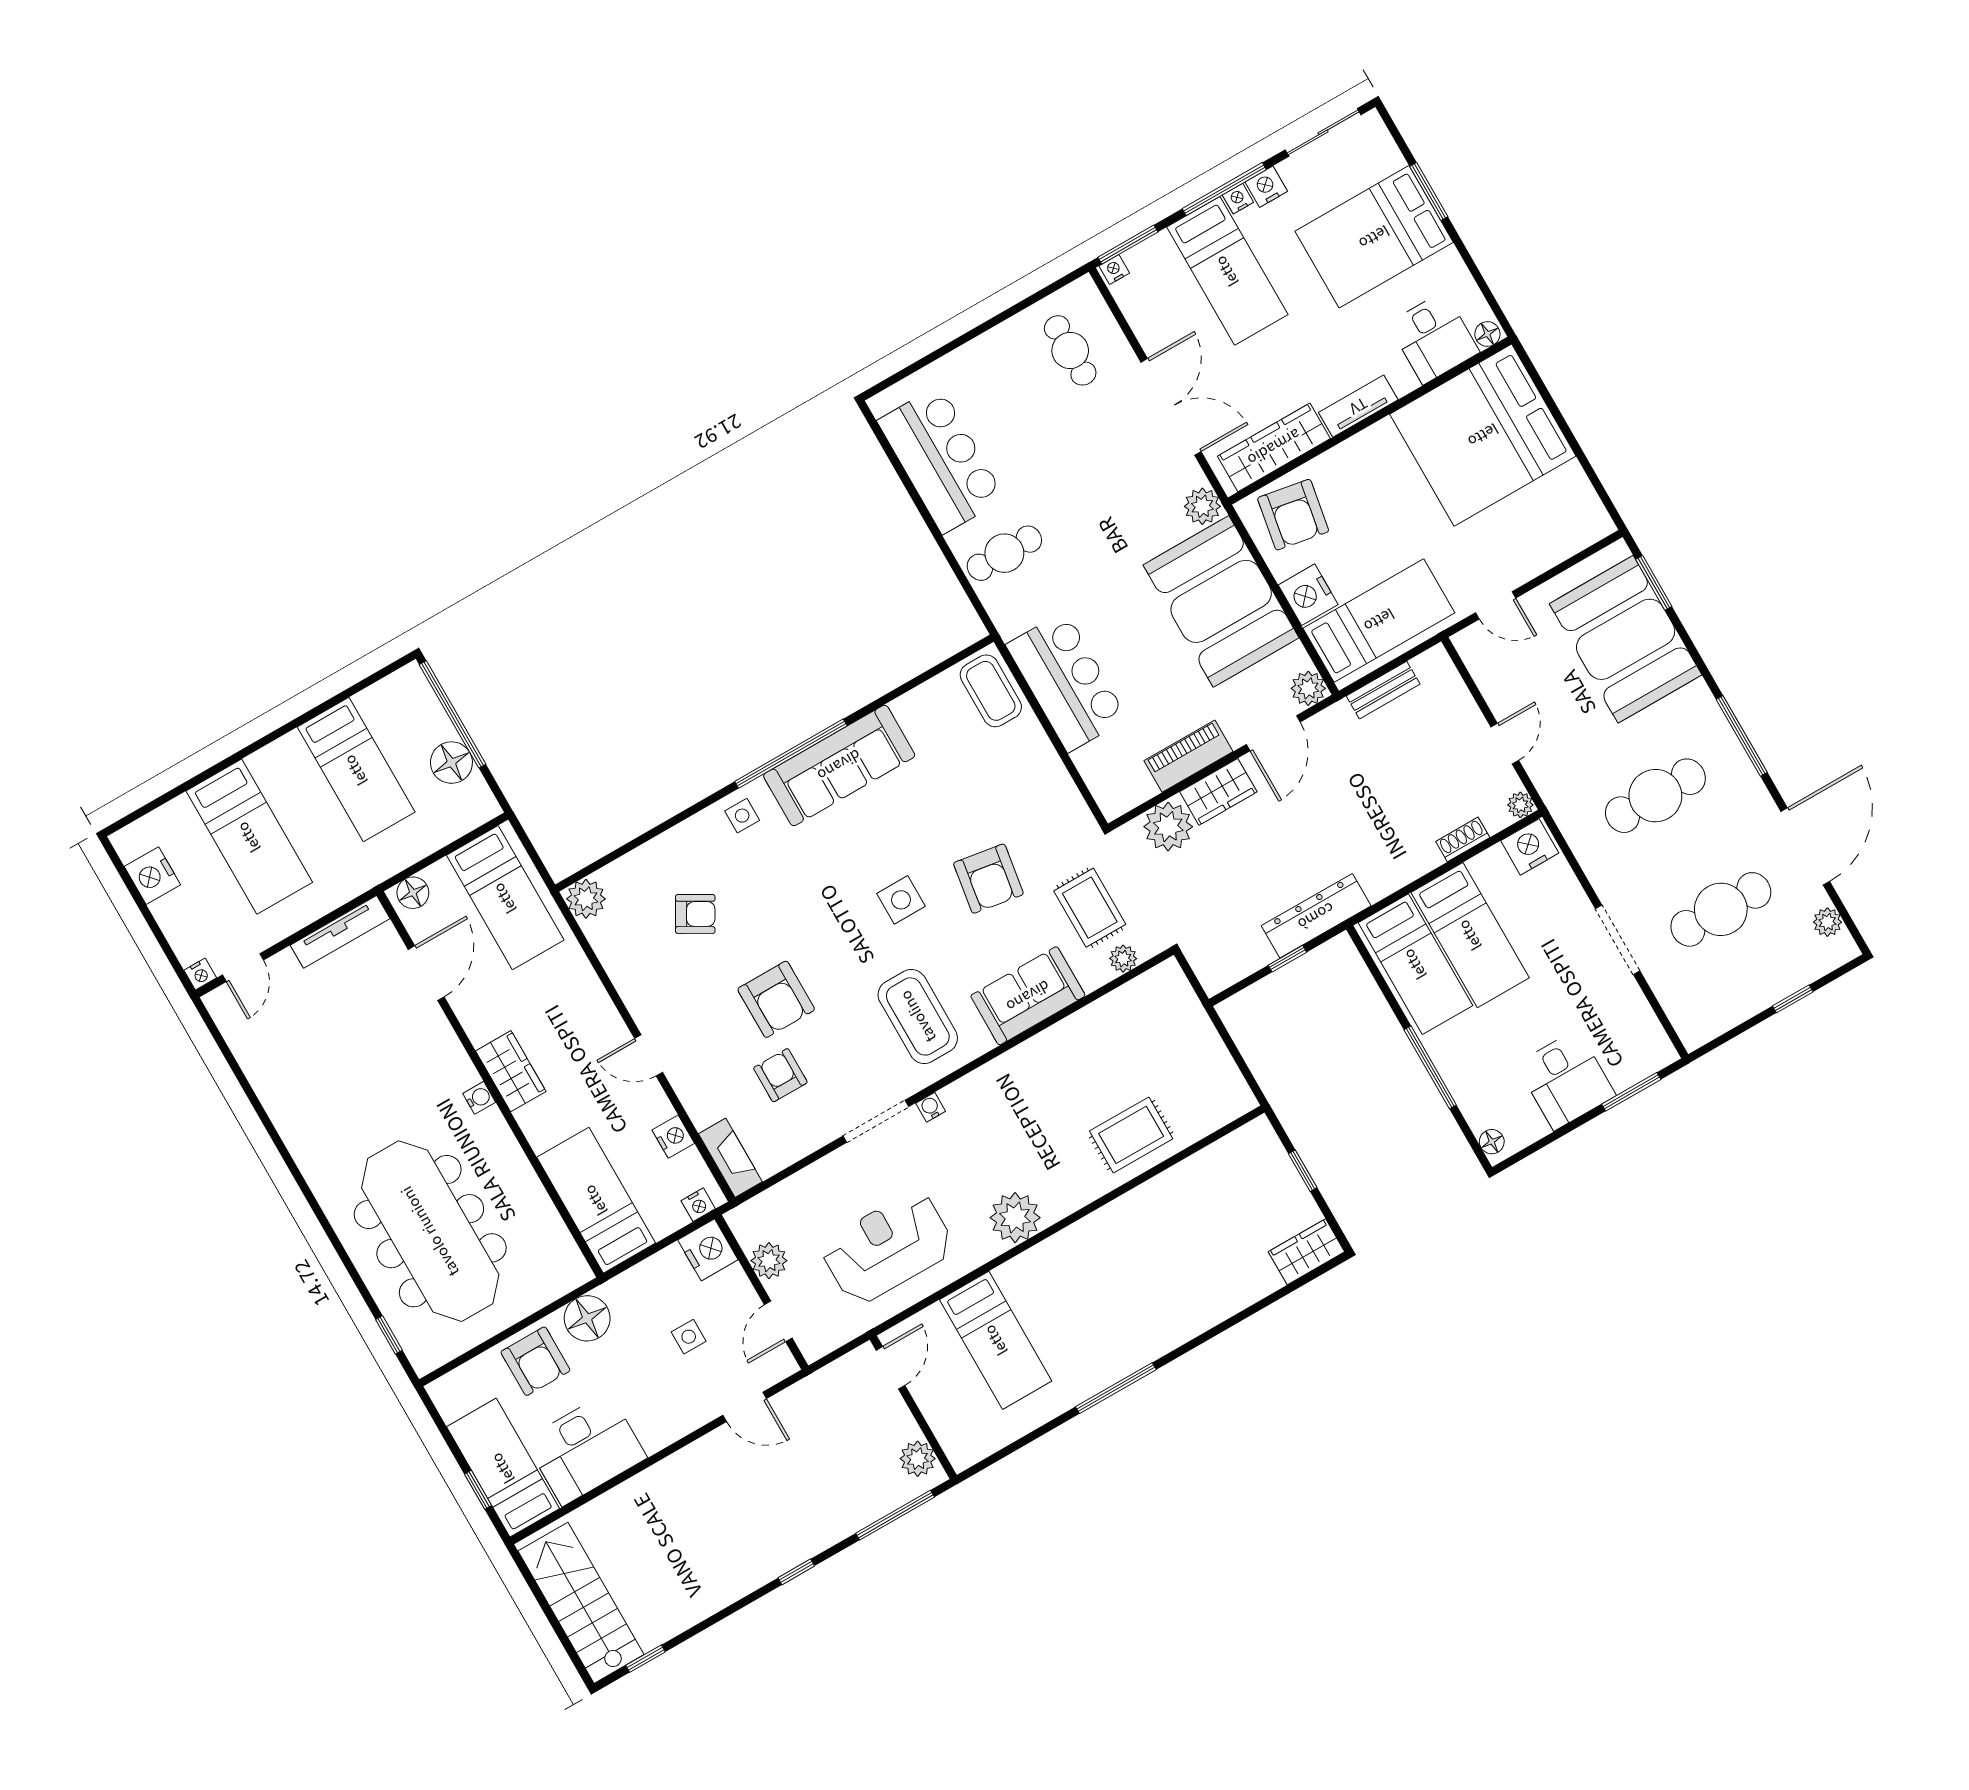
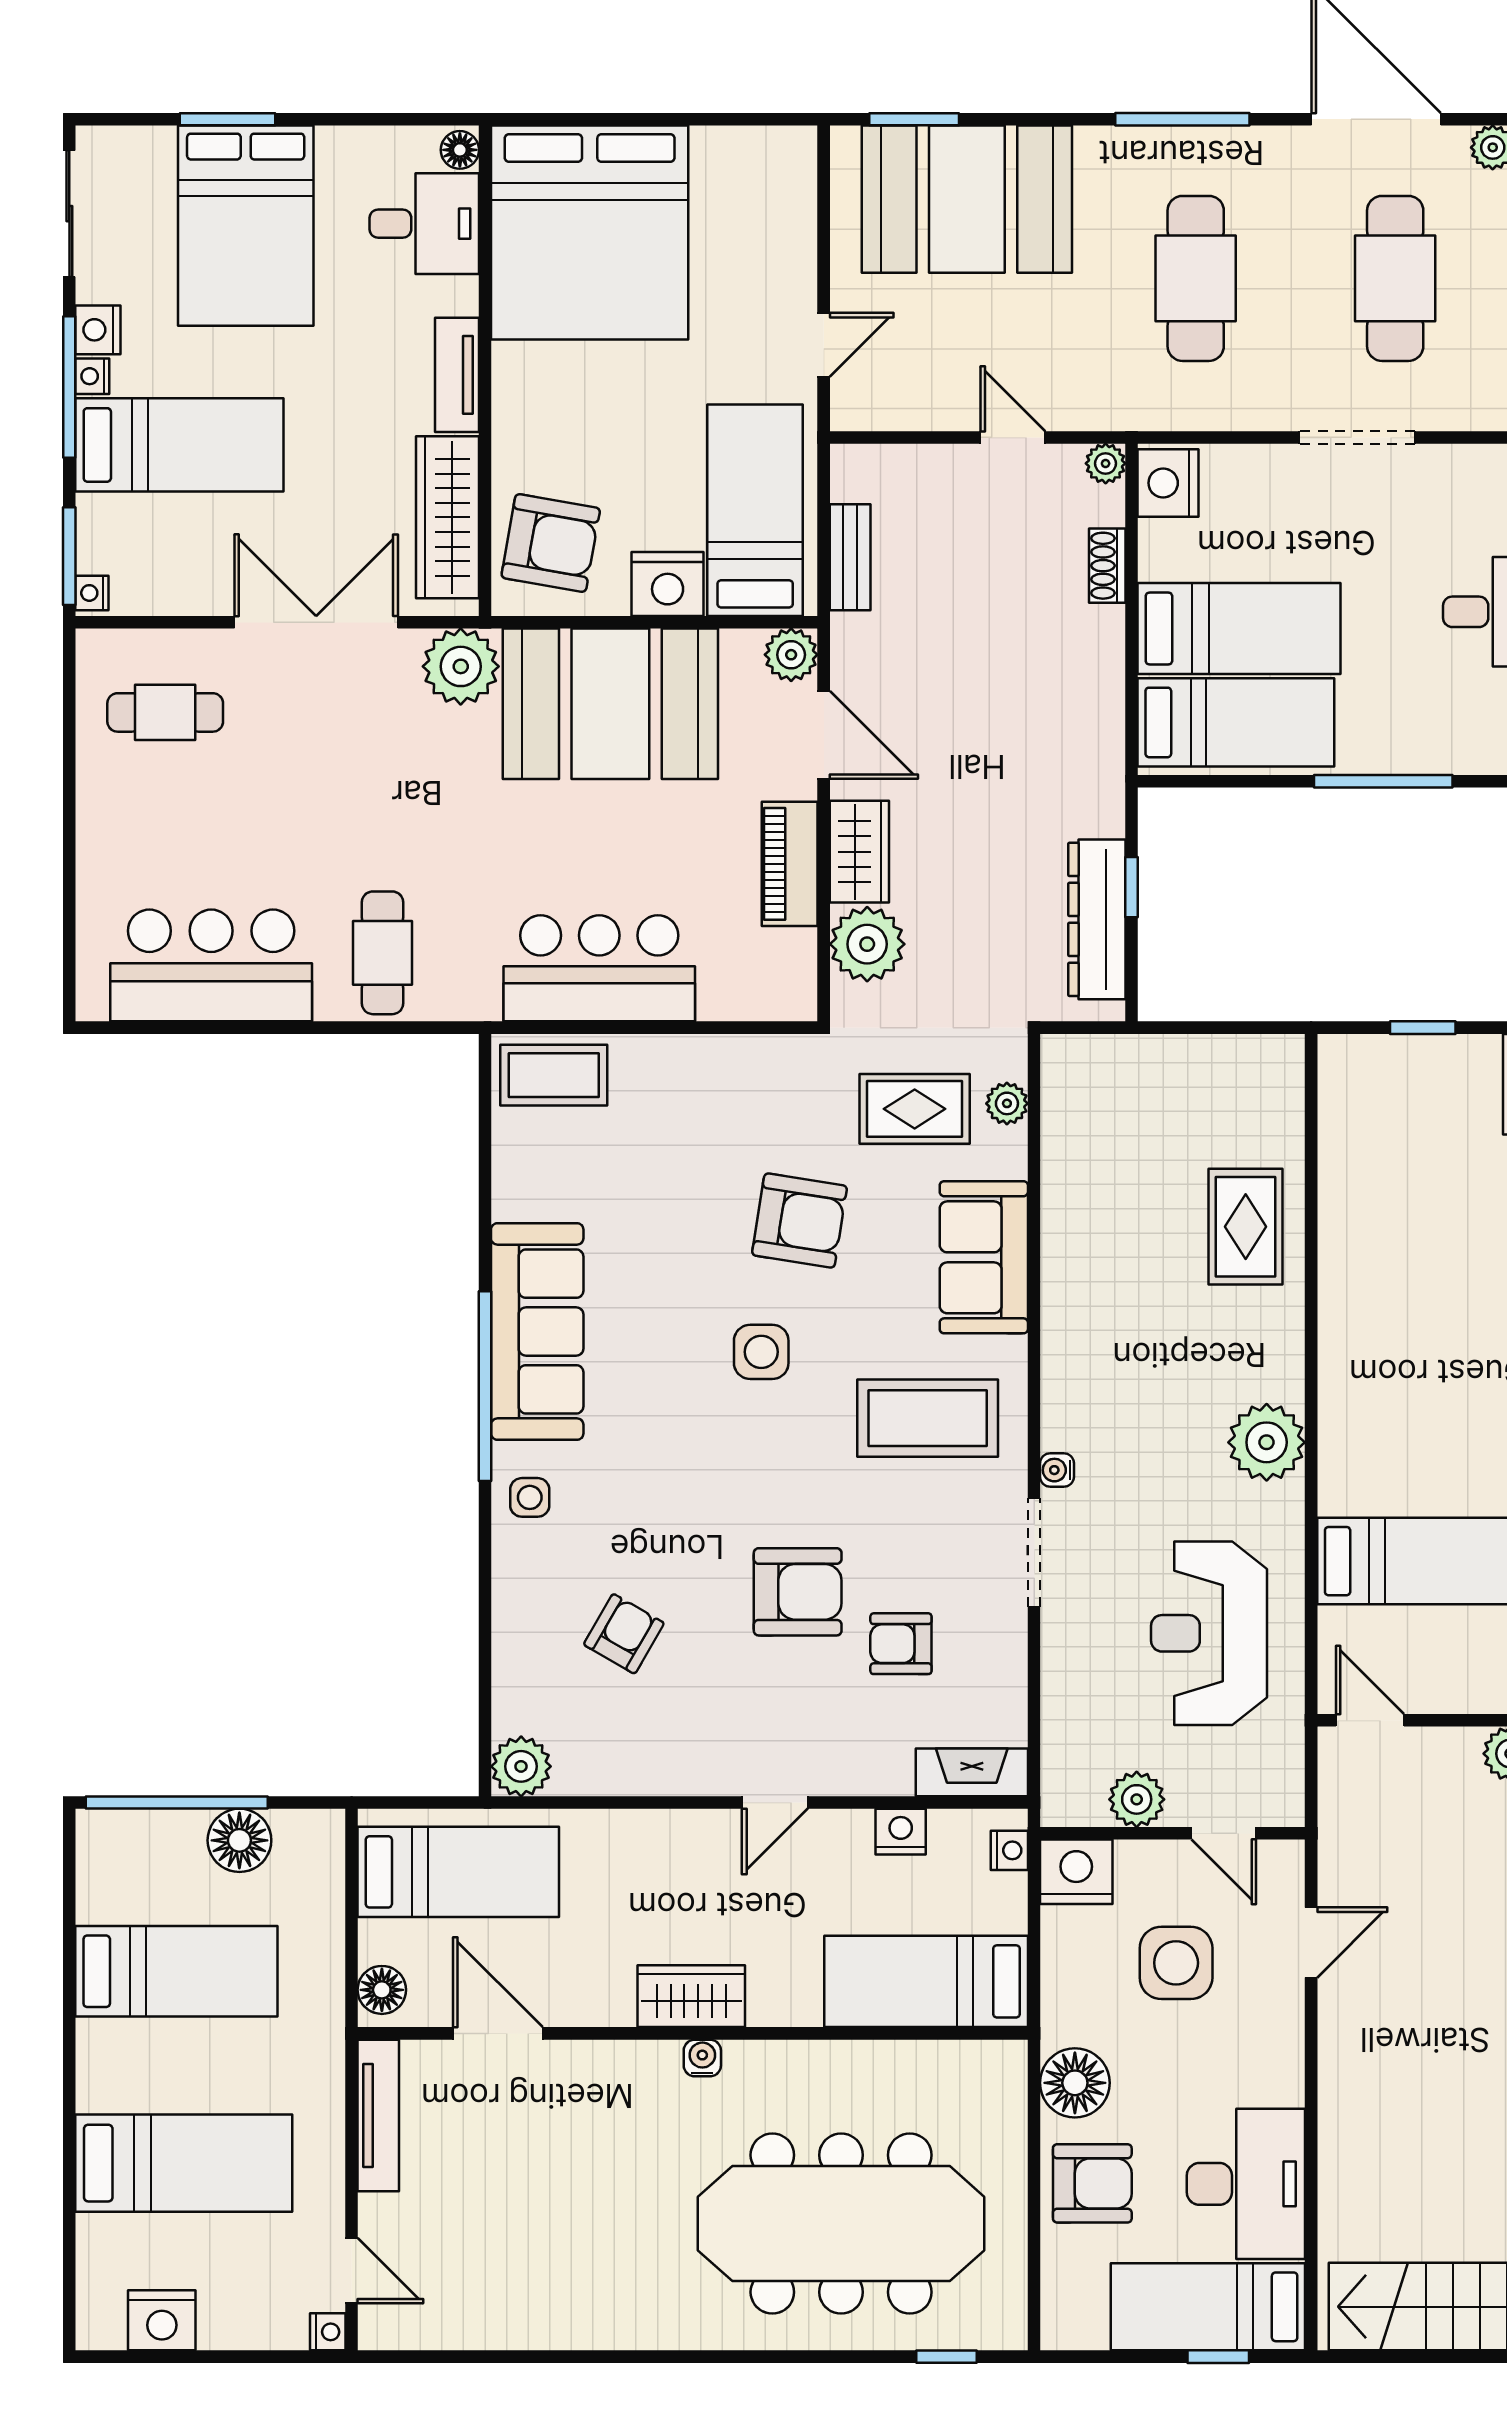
plant: (1202, 506) -> (461, 666), width x1.36, depth x1.36
dresser: (1316, 916) -> (1097, 919), moved
side table: (689, 1337) -> (1176, 1963), width x1.87, depth x1.87

